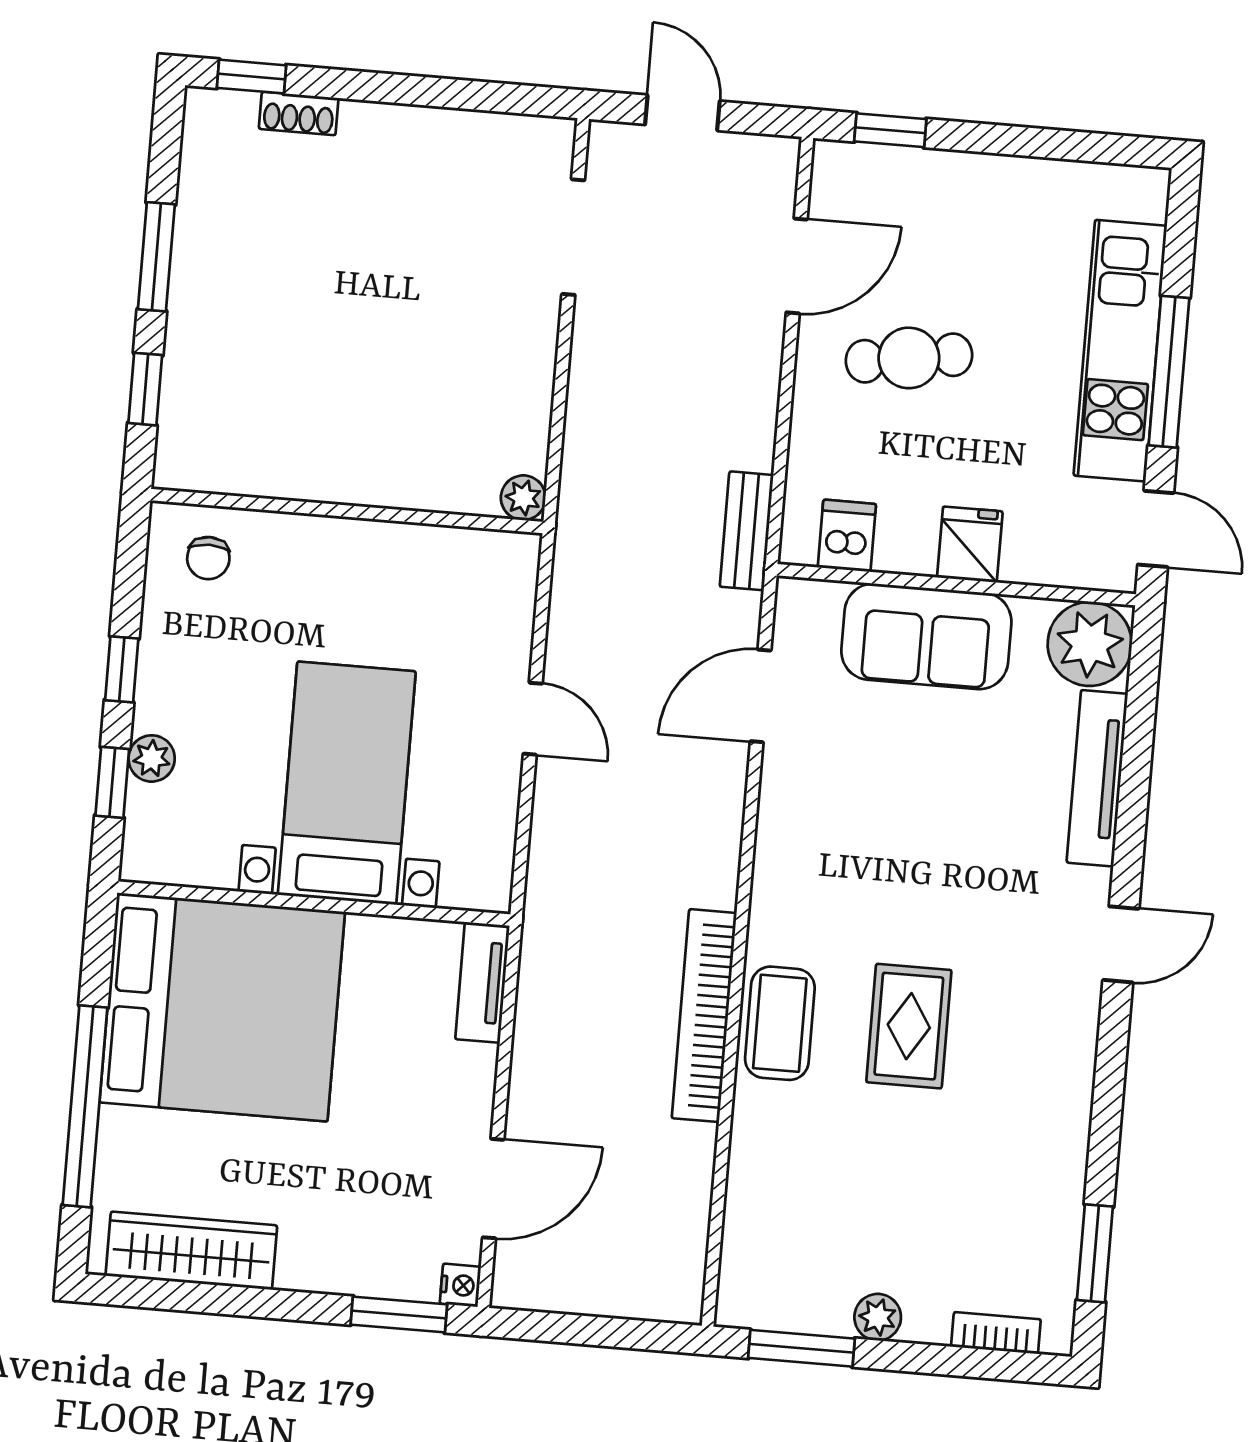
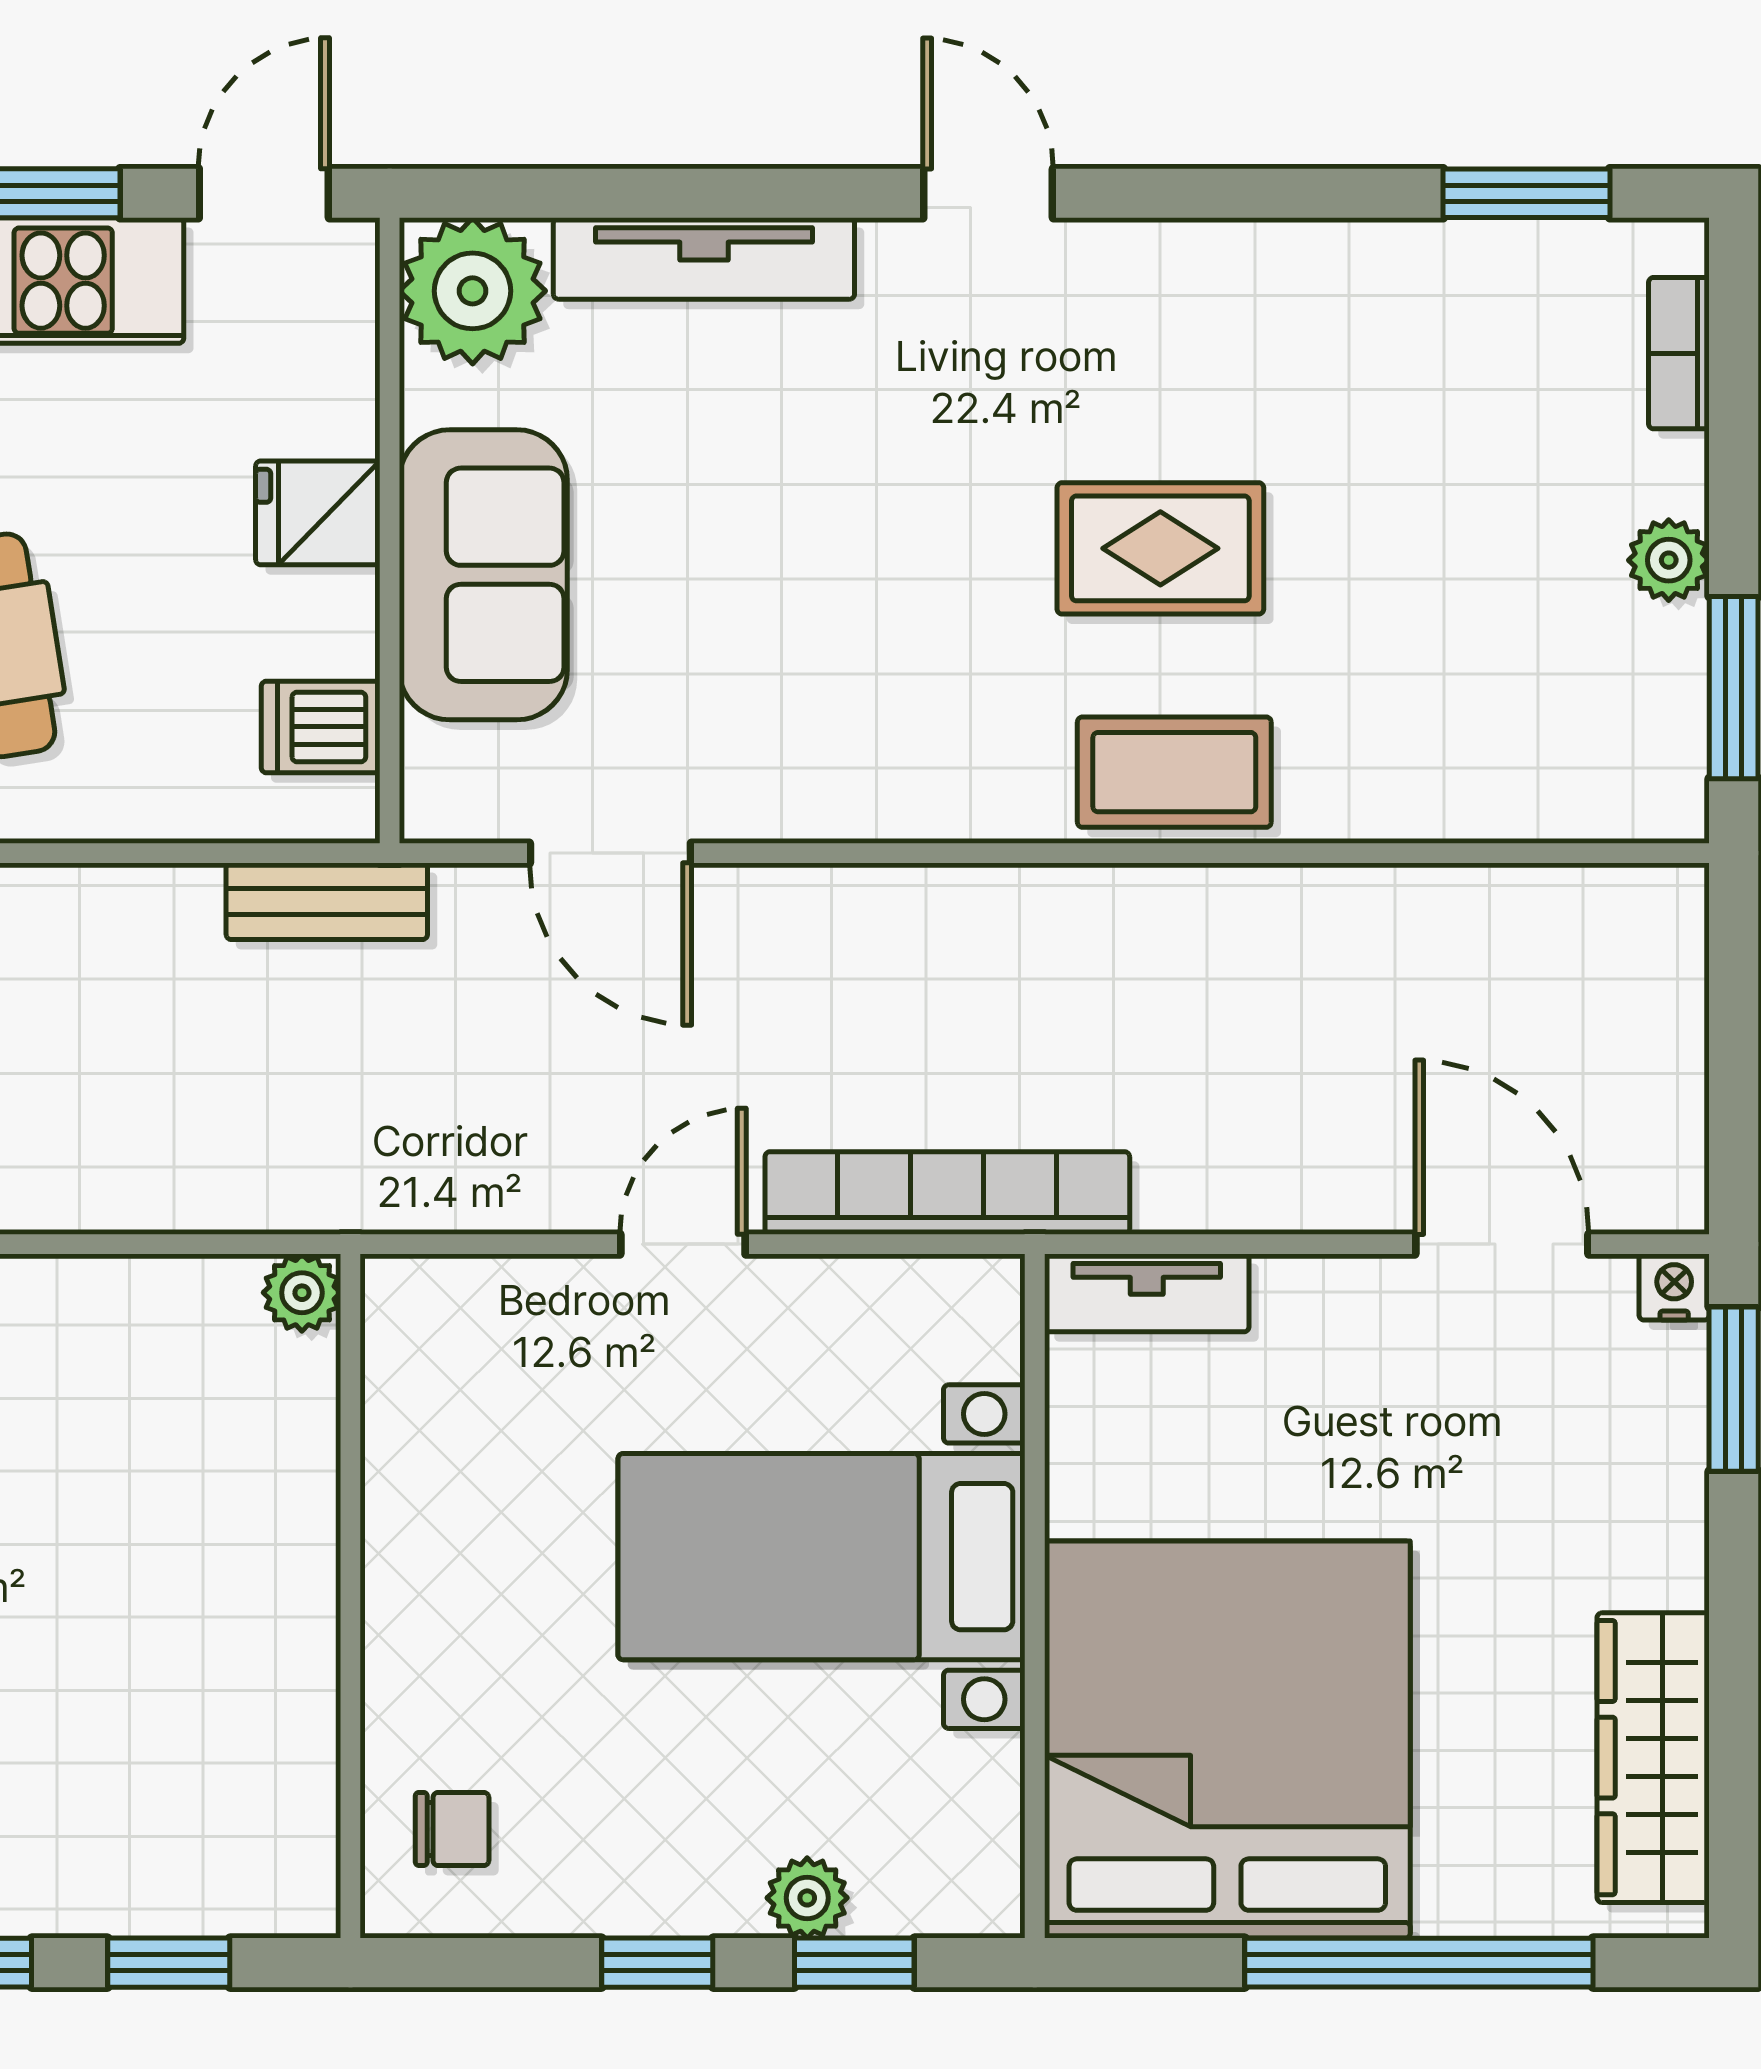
bookcase: (704, 1016) -> (947, 1193), moved, turned 180

